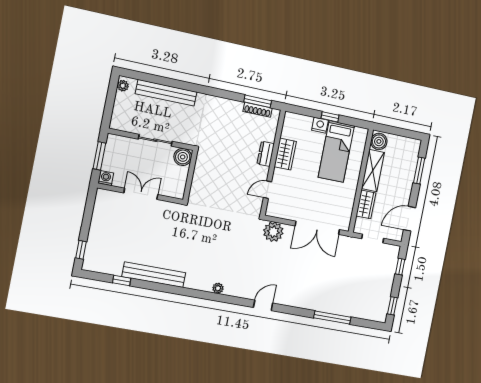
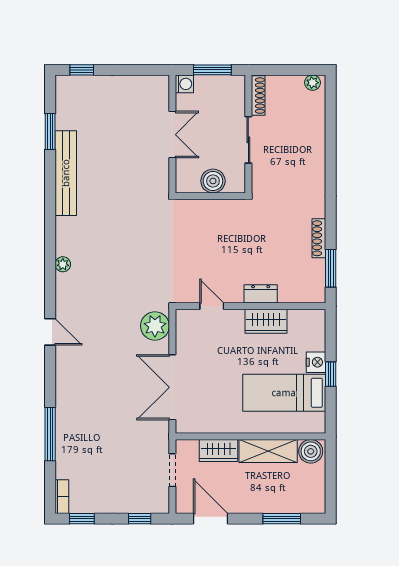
bench: (166, 93) -> (315, 142), removed
shoe rack: (258, 110) -> (319, 238), moved
shoe rack: (125, 127) -> (258, 96), added
boiler: (183, 157) -> (213, 181), moved
window: (122, 281) -> (50, 132), width x1.50
bookcase: (375, 317) -> (62, 497), added

